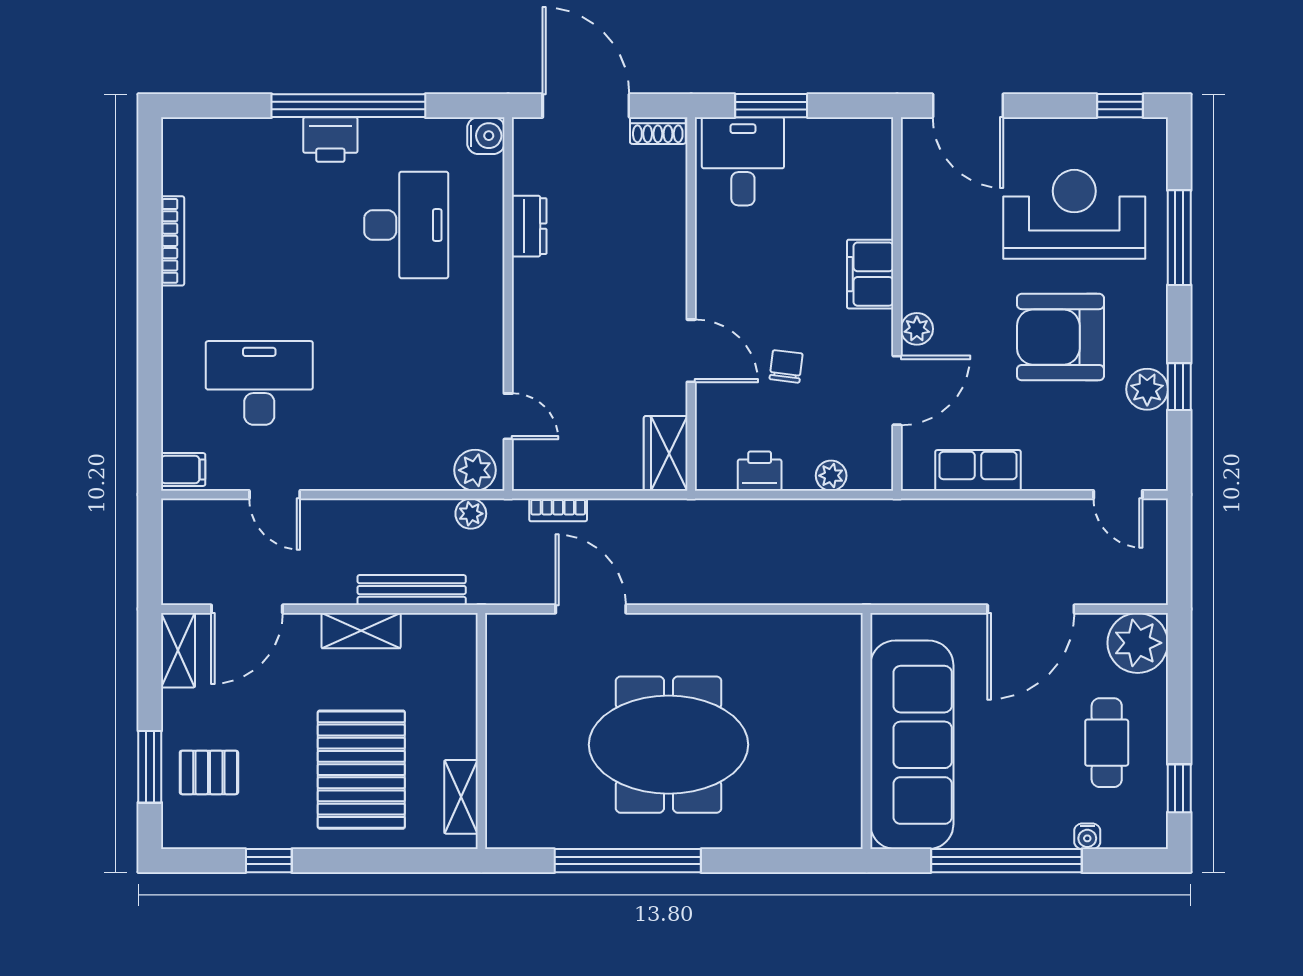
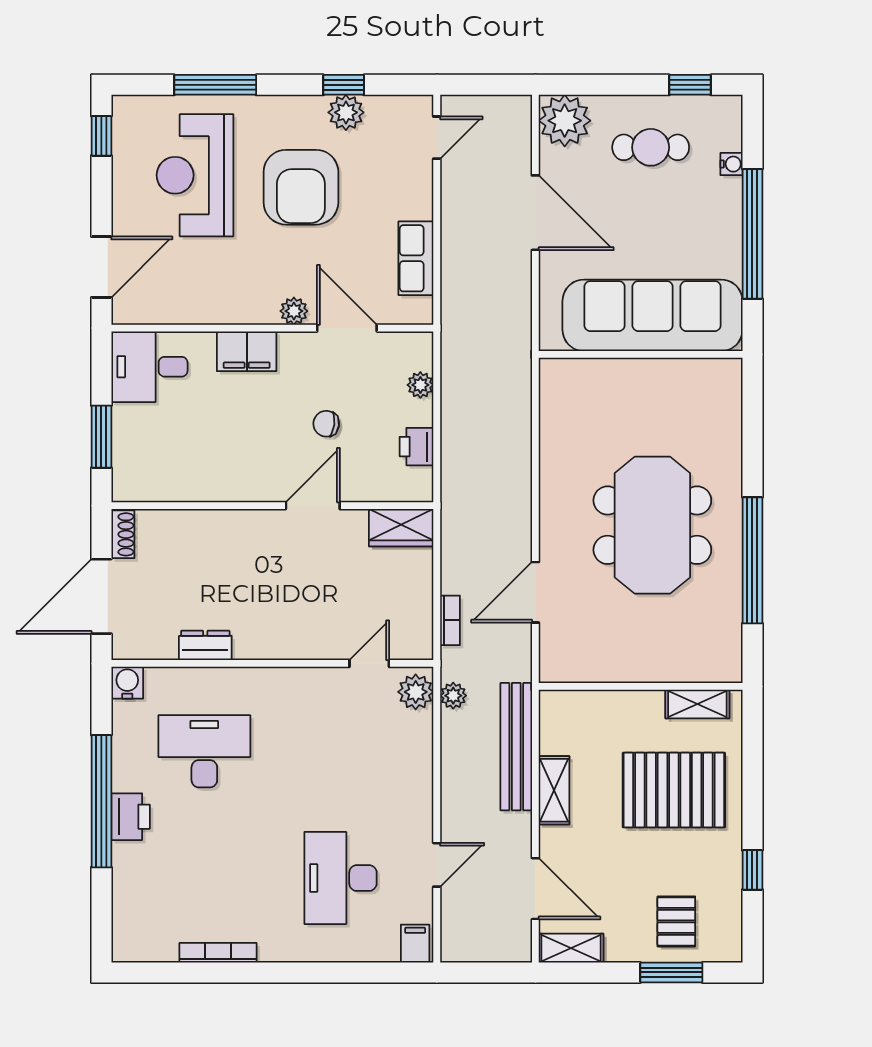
desk: (743, 161) -> (149, 367), moved
bench: (412, 590) -> (516, 747), width x1.37, depth x1.21

